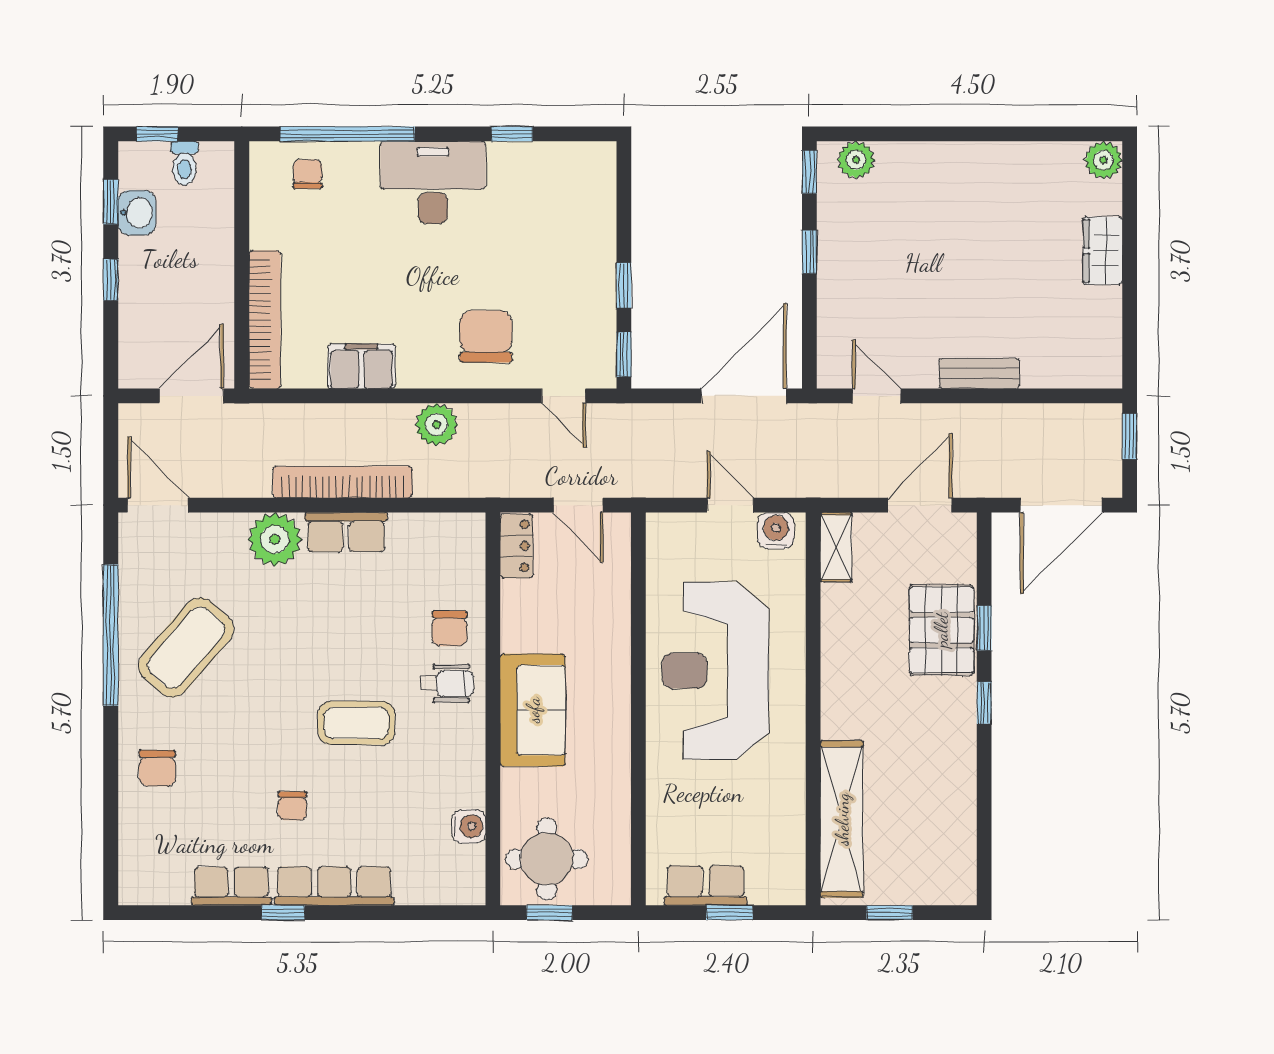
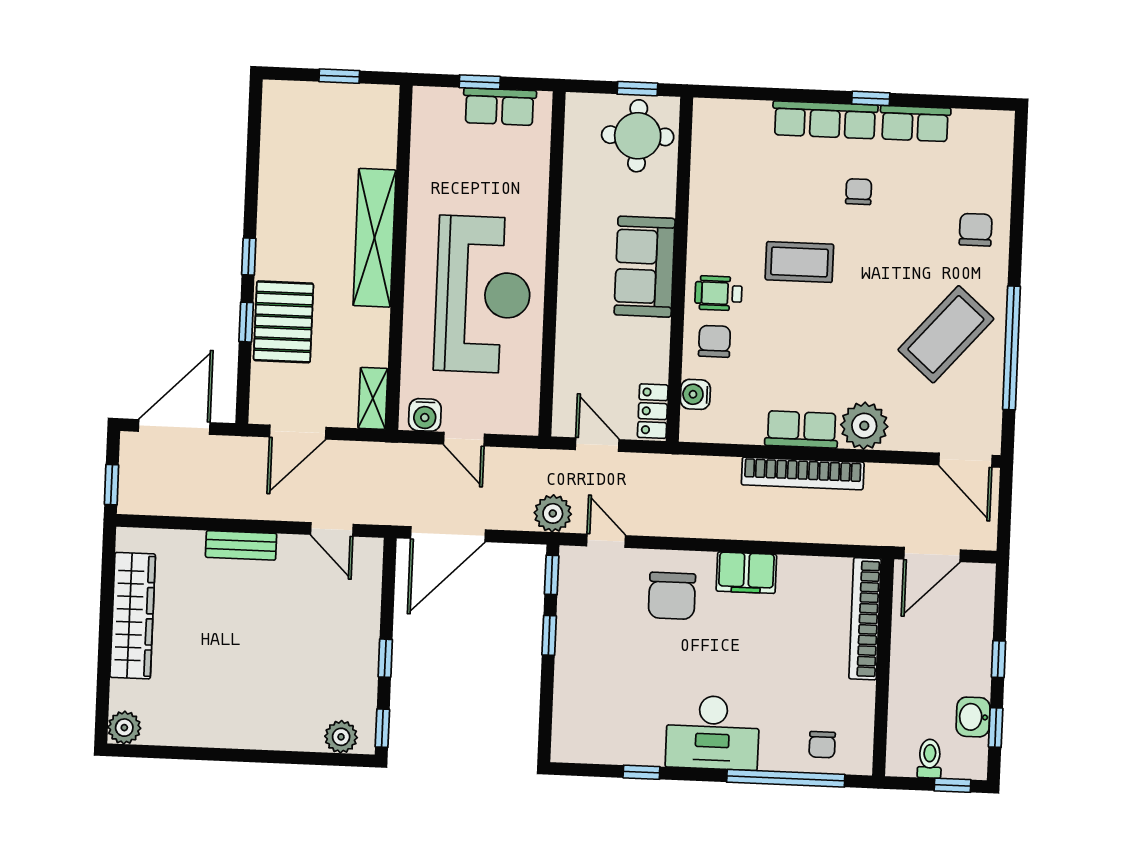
wardrobe: (1103, 251) -> (133, 616), width x2.10, depth x1.17
filing cabinet: (362, 366) -> (746, 573), moved
plant: (436, 425) -> (553, 513), moved
shelving: (842, 819) -> (375, 238), moved
water cooler: (469, 826) -> (695, 394), moved

